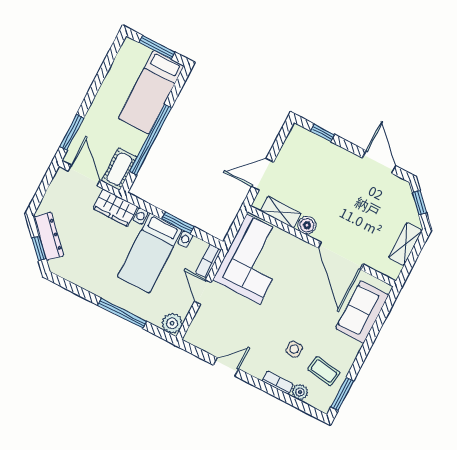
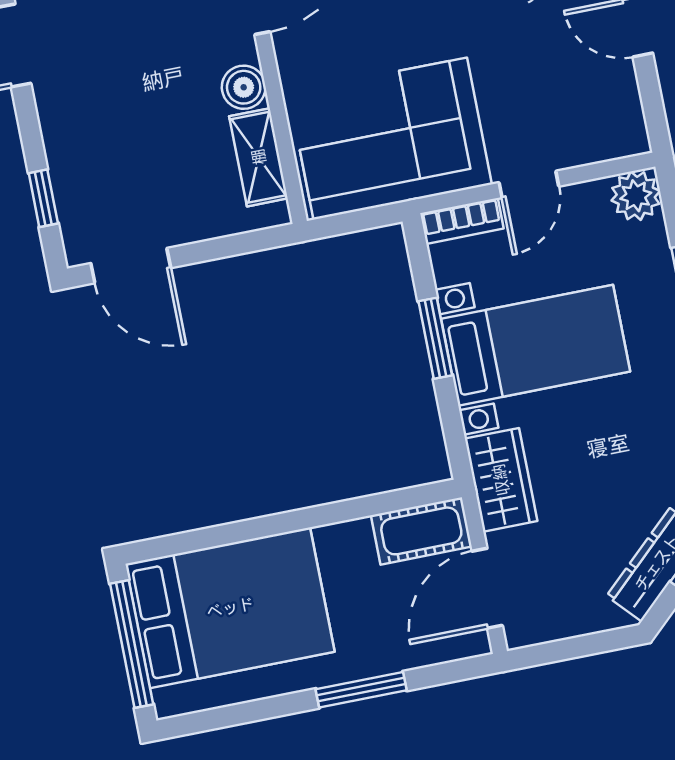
window: (157, 47) -> (132, 644), width x1.44
bed: (151, 92) -> (230, 608), width x1.50
window: (72, 132) -> (361, 690), moved
window: (151, 140) -> (317, 516), removed
door: (263, 174) -> (131, 266), moved

